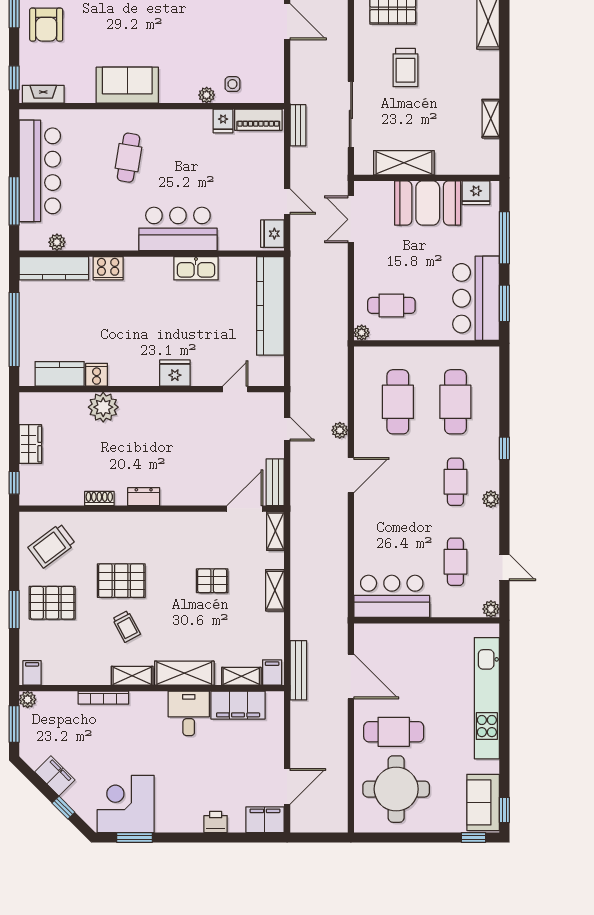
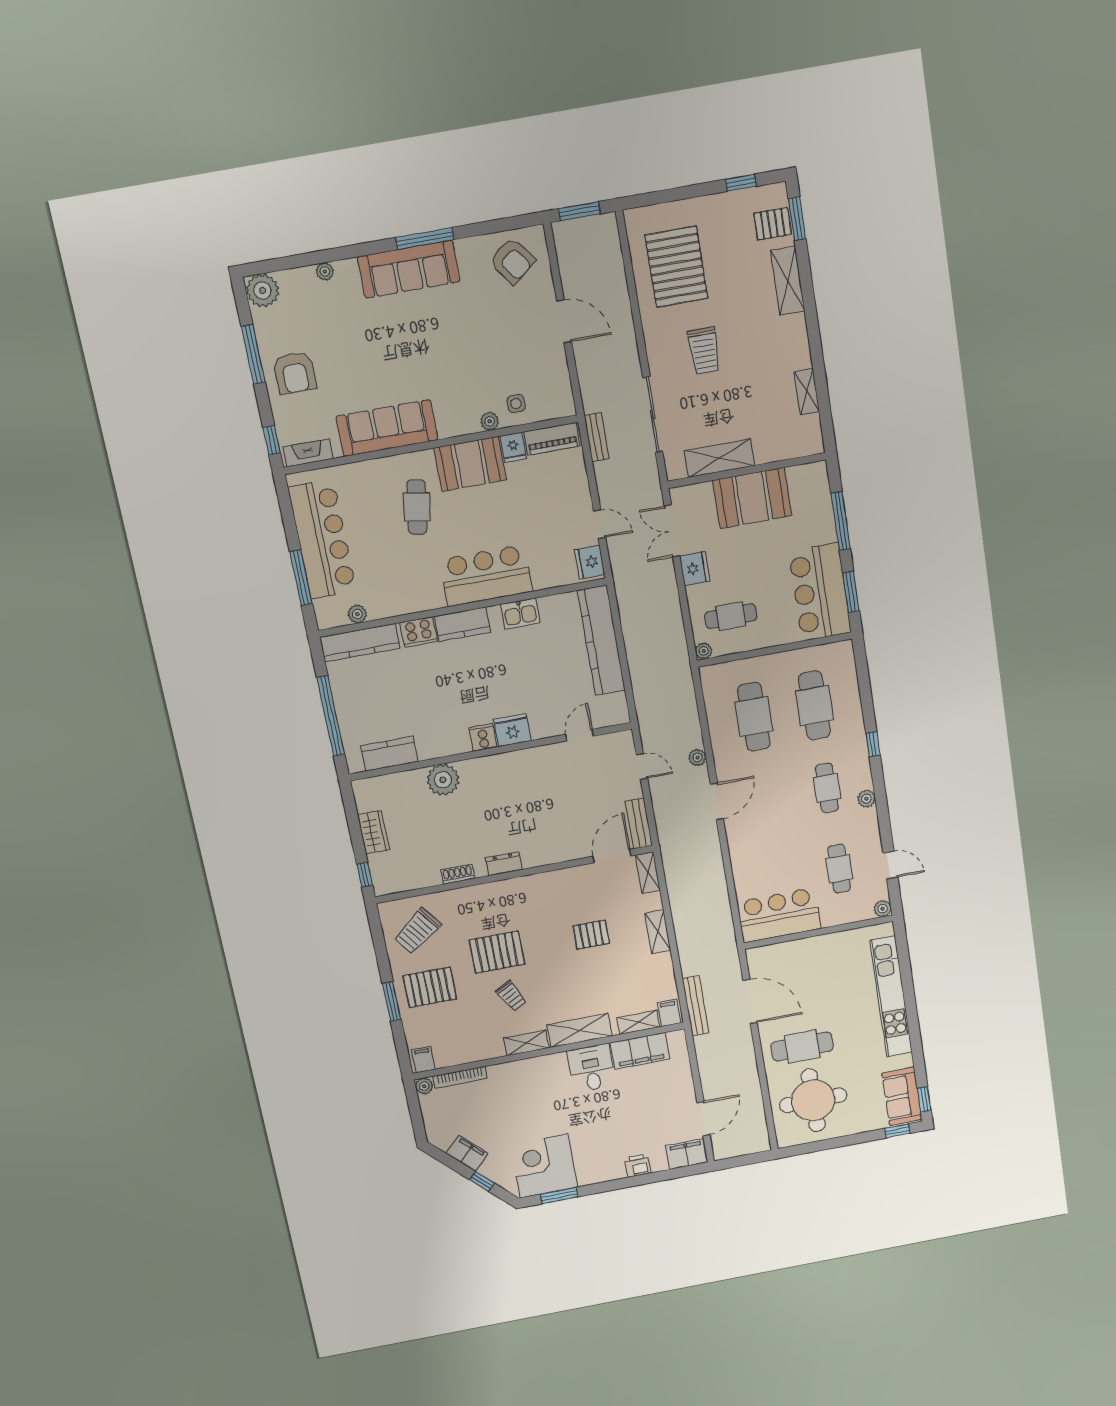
sofa: (127, 85) -> (387, 428), width x1.36
booth: (182, 129) -> (470, 464), added
fridge: (476, 193) -> (695, 569), moved, turned -90
kitchen counter: (148, 268) -> (462, 624), added
kitchen sink: (196, 268) -> (520, 614), width x0.73
cooker: (97, 375) -> (483, 737), moved
bookcase: (103, 698) -> (460, 1077), moved
window: (14, 724) -> (415, 1112), removed

